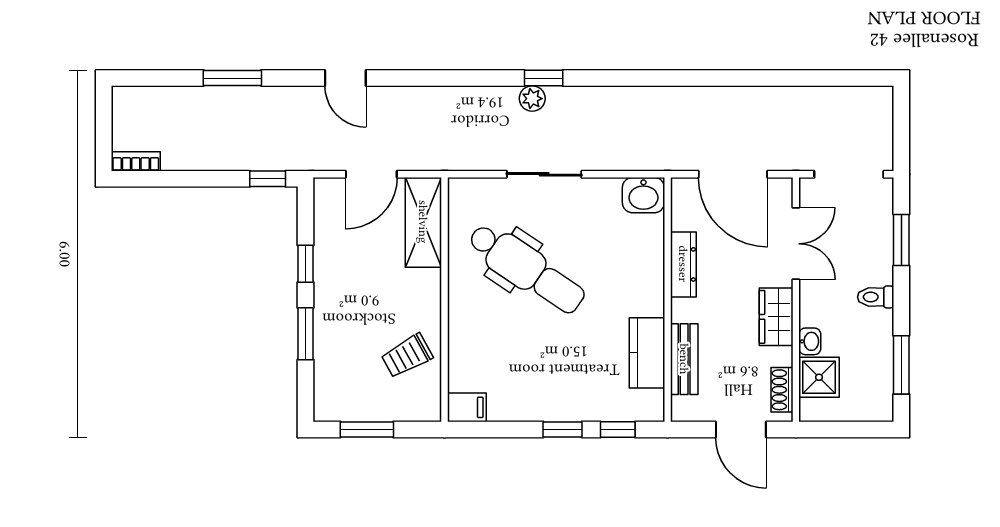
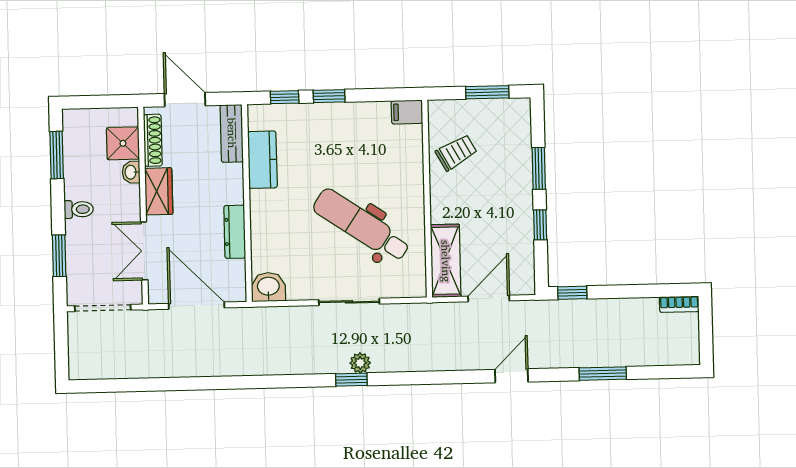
door: (345, 78) -> (511, 376), hinge flipped
bench: (684, 359) -> (232, 133), moved
shoe rack: (782, 390) -> (153, 140), width x1.43

